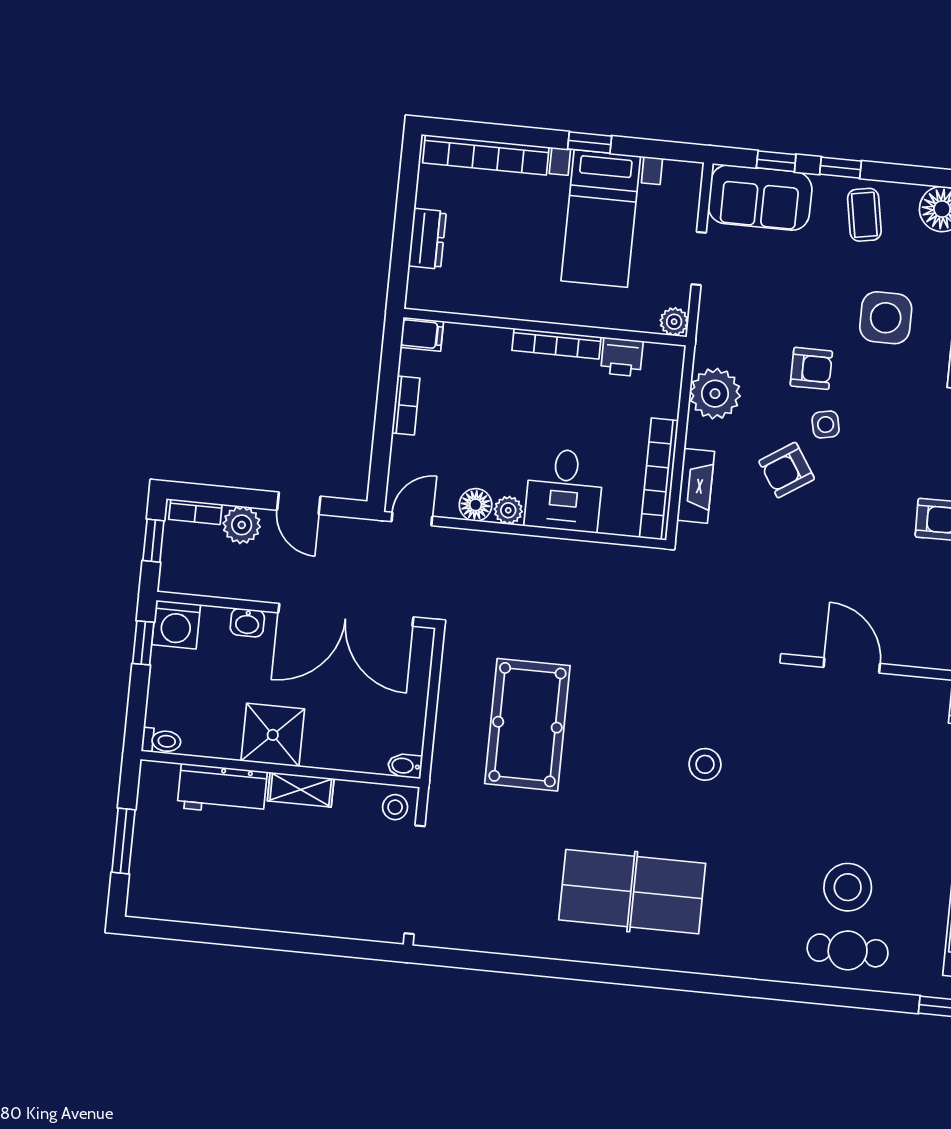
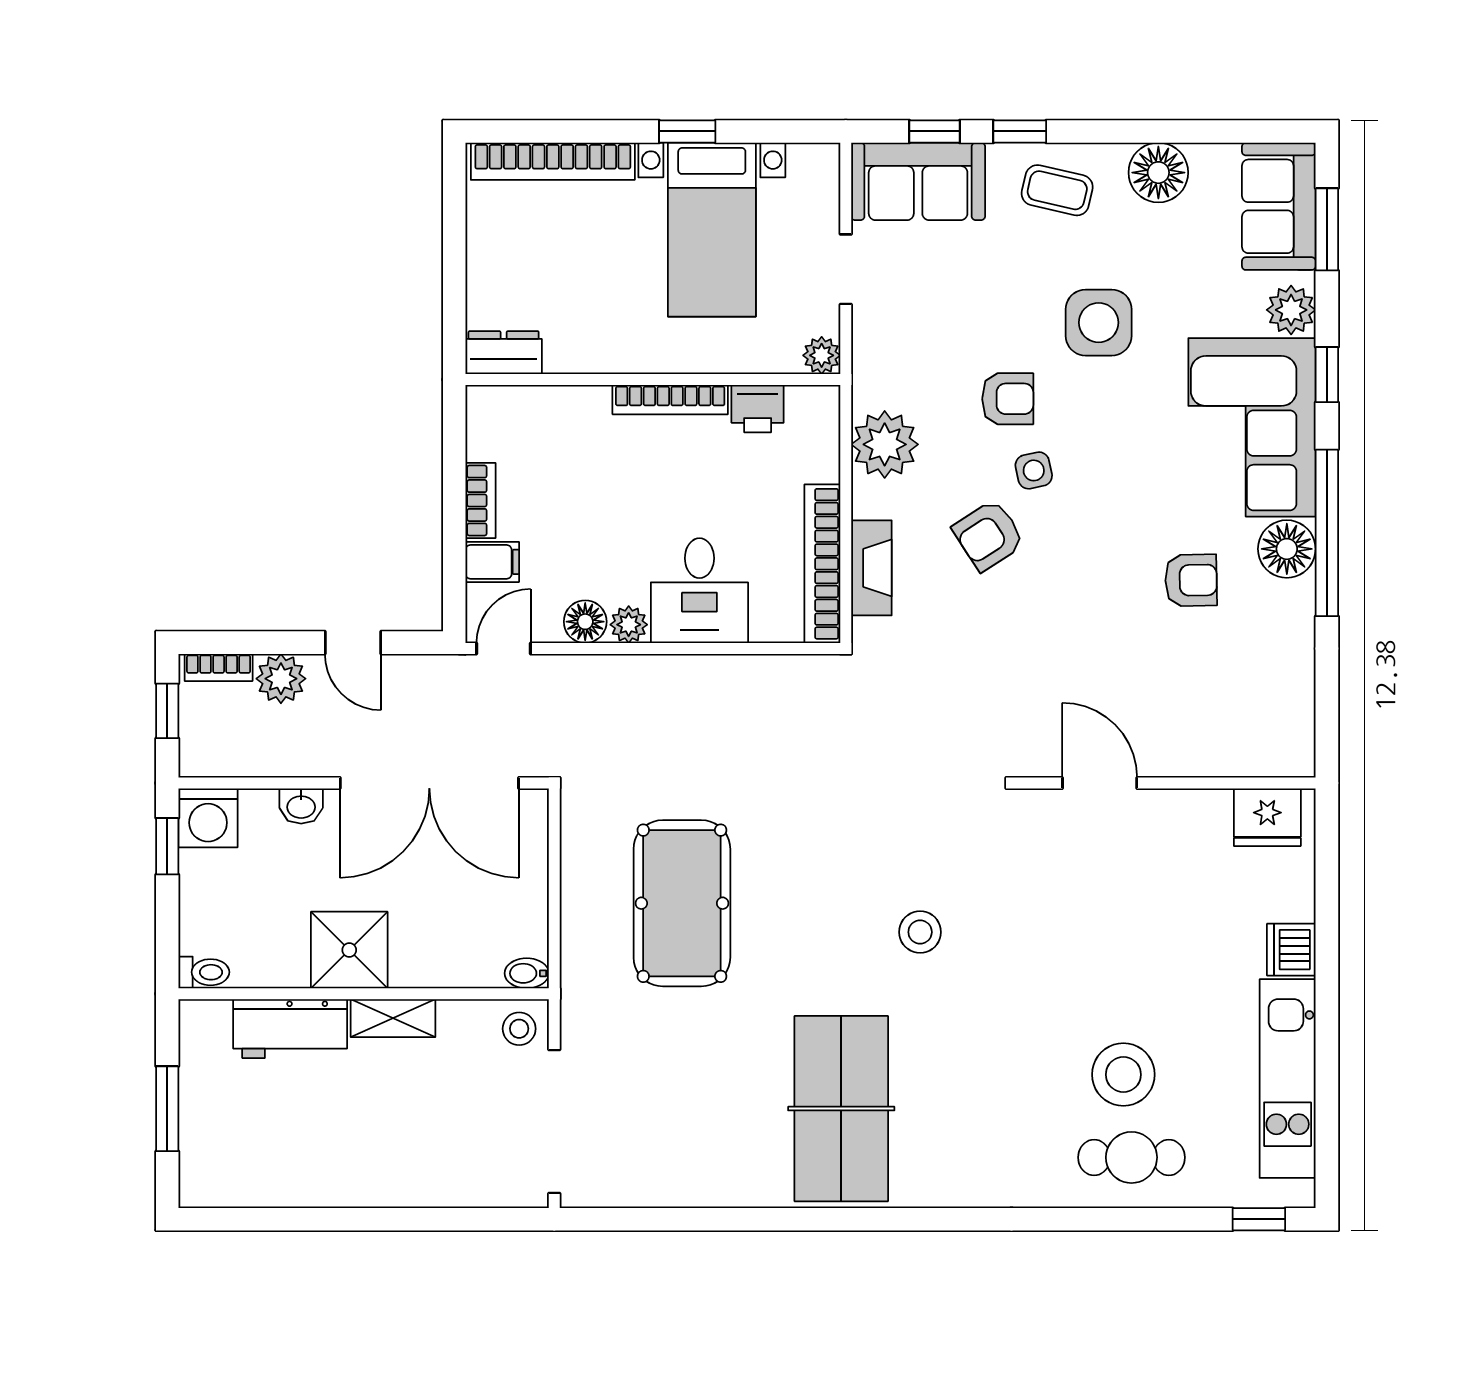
coffee table: (864, 215) -> (1057, 190), turned -67
dresser: (427, 239) -> (504, 353), moved, turned -90
filing cabinet: (422, 334) -> (492, 562), moved
table tennis table: (632, 892) -> (841, 1109), turned 90

